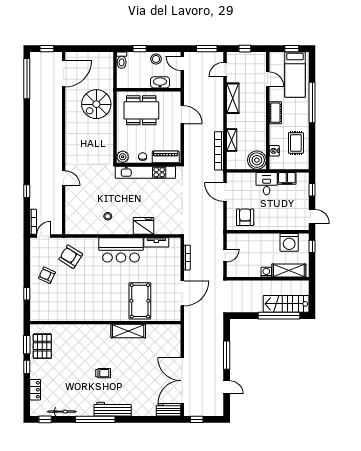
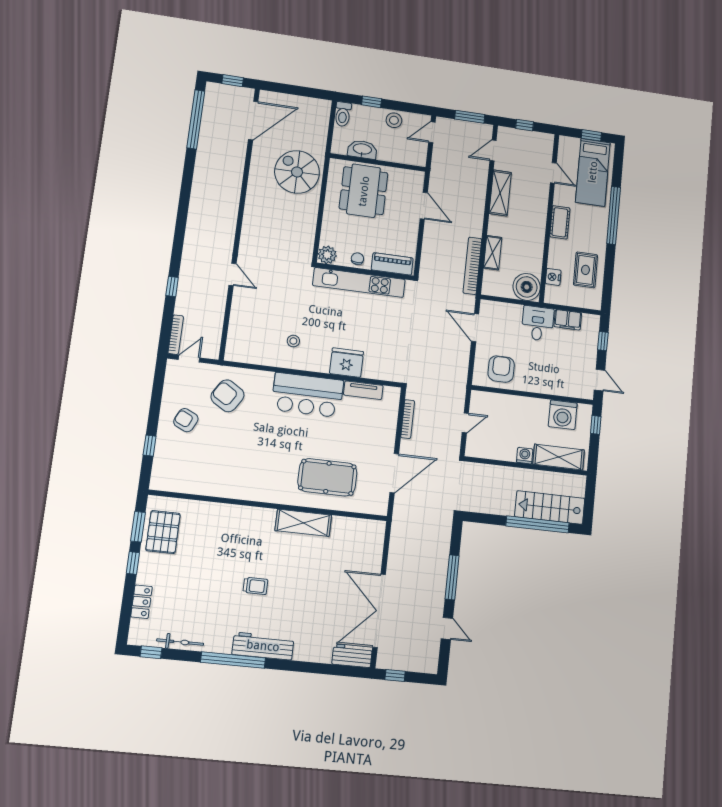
door: (182, 63) -> (432, 132), hinge flipped
washbasin: (160, 82) -> (362, 149), moved
spiral stairs: (96, 104) -> (297, 172), turned 90
dining table: (141, 110) -> (364, 191), turned 90
pool table: (140, 301) -> (327, 477), turned 90

